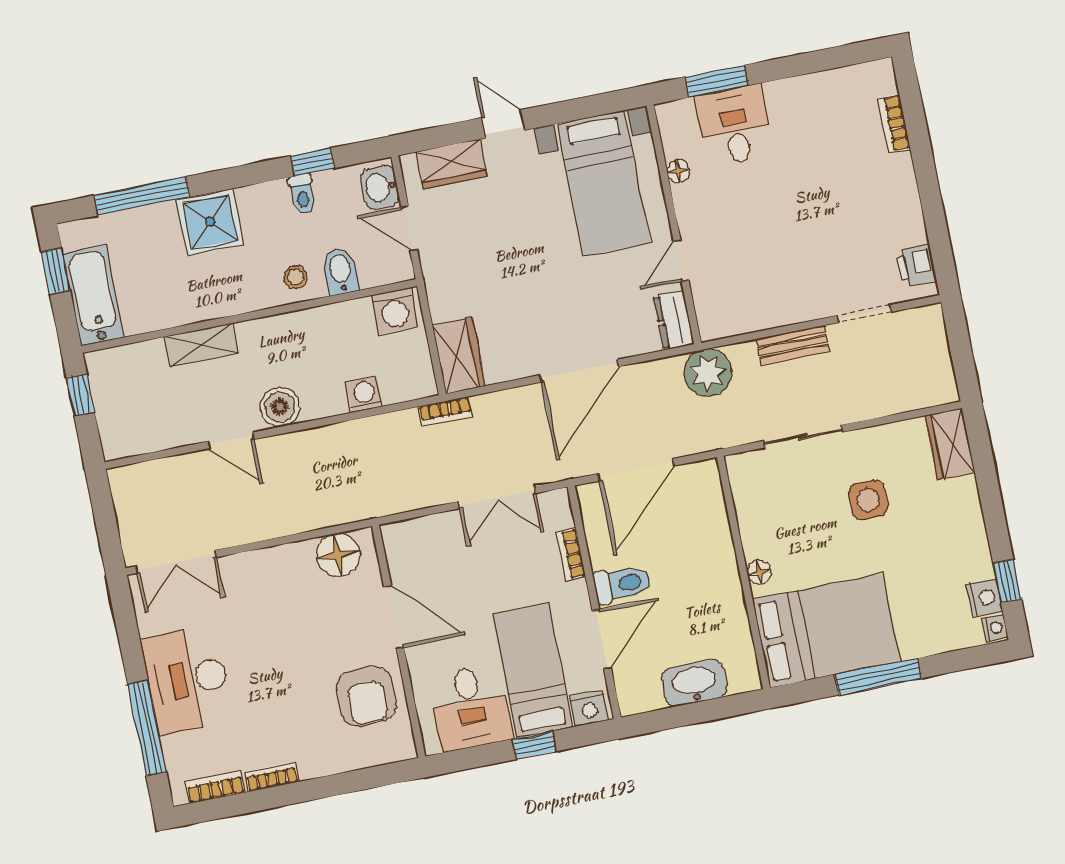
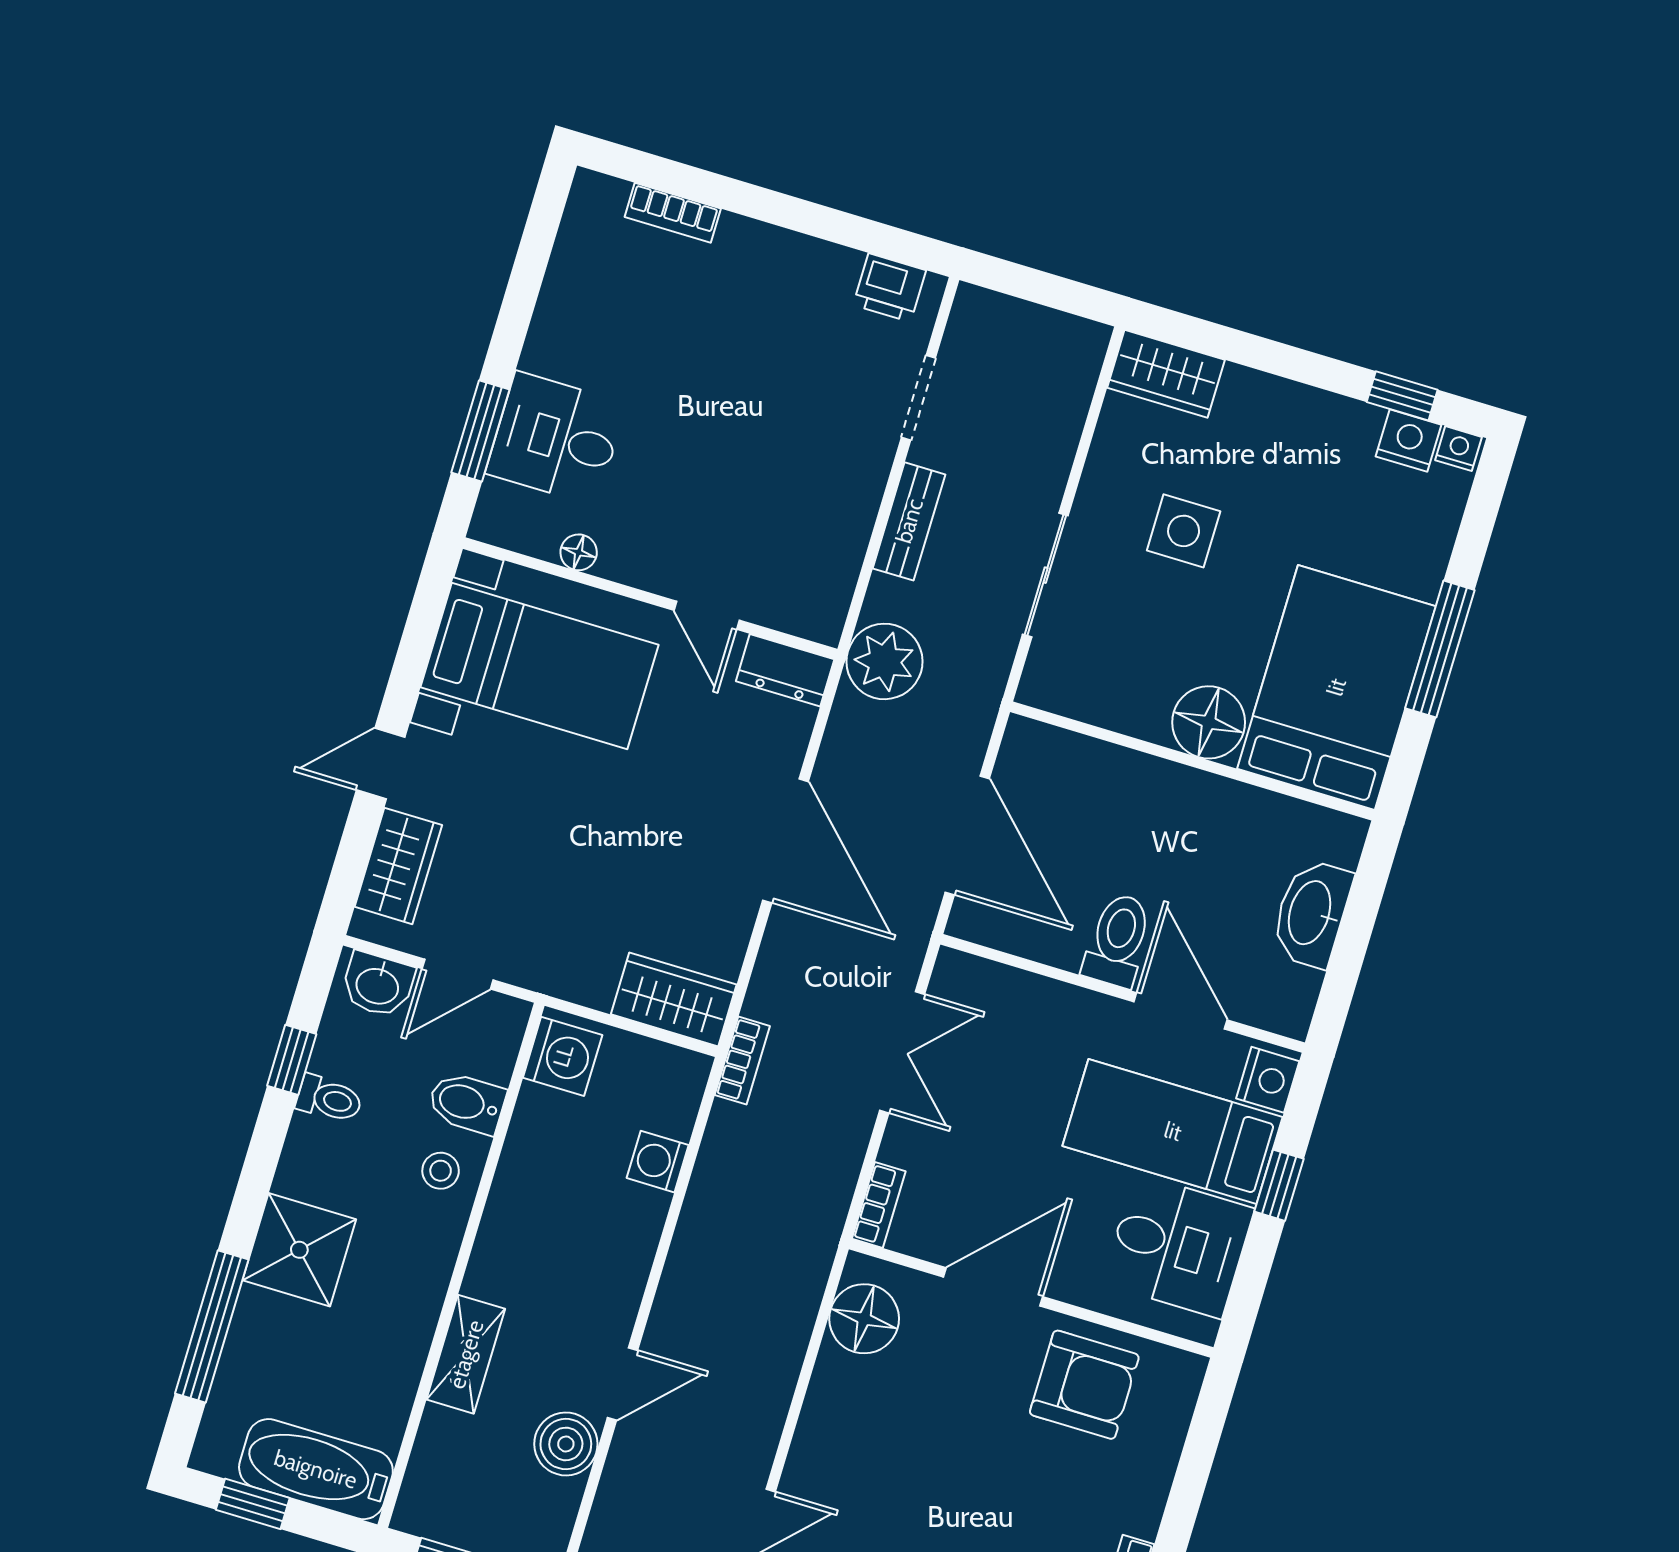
boiler: (280, 407) -> (566, 1444), moved
bookcase: (571, 554) -> (879, 1205), moved, turned -90
floor lamp: (759, 572) -> (1209, 722), width x1.89, depth x1.89

